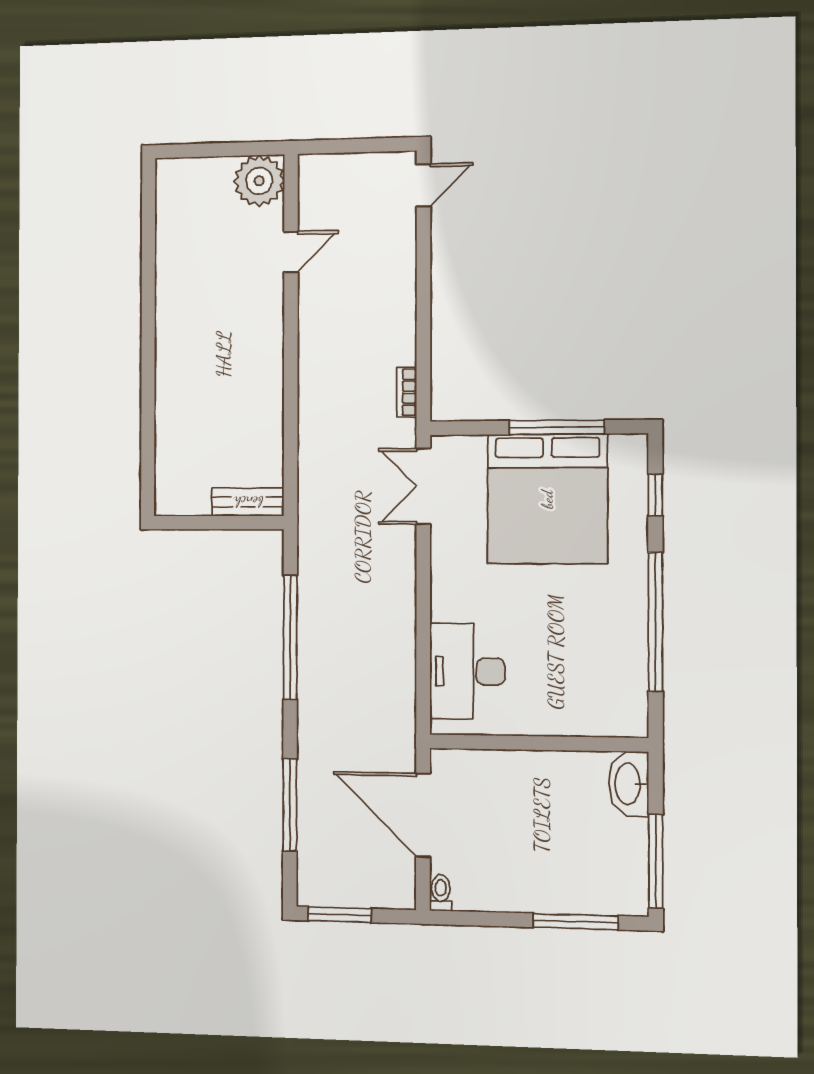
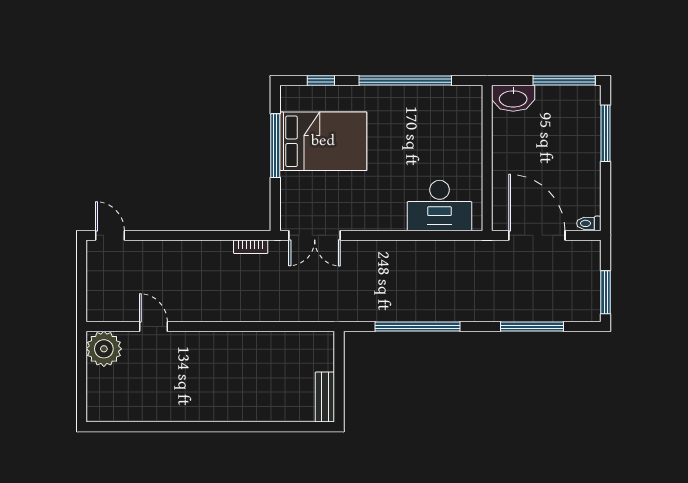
bed: (547, 499) -> (323, 141), width x0.73
bench: (248, 502) -> (325, 397), moved
door: (423, 815) -> (537, 235), swing flipped

